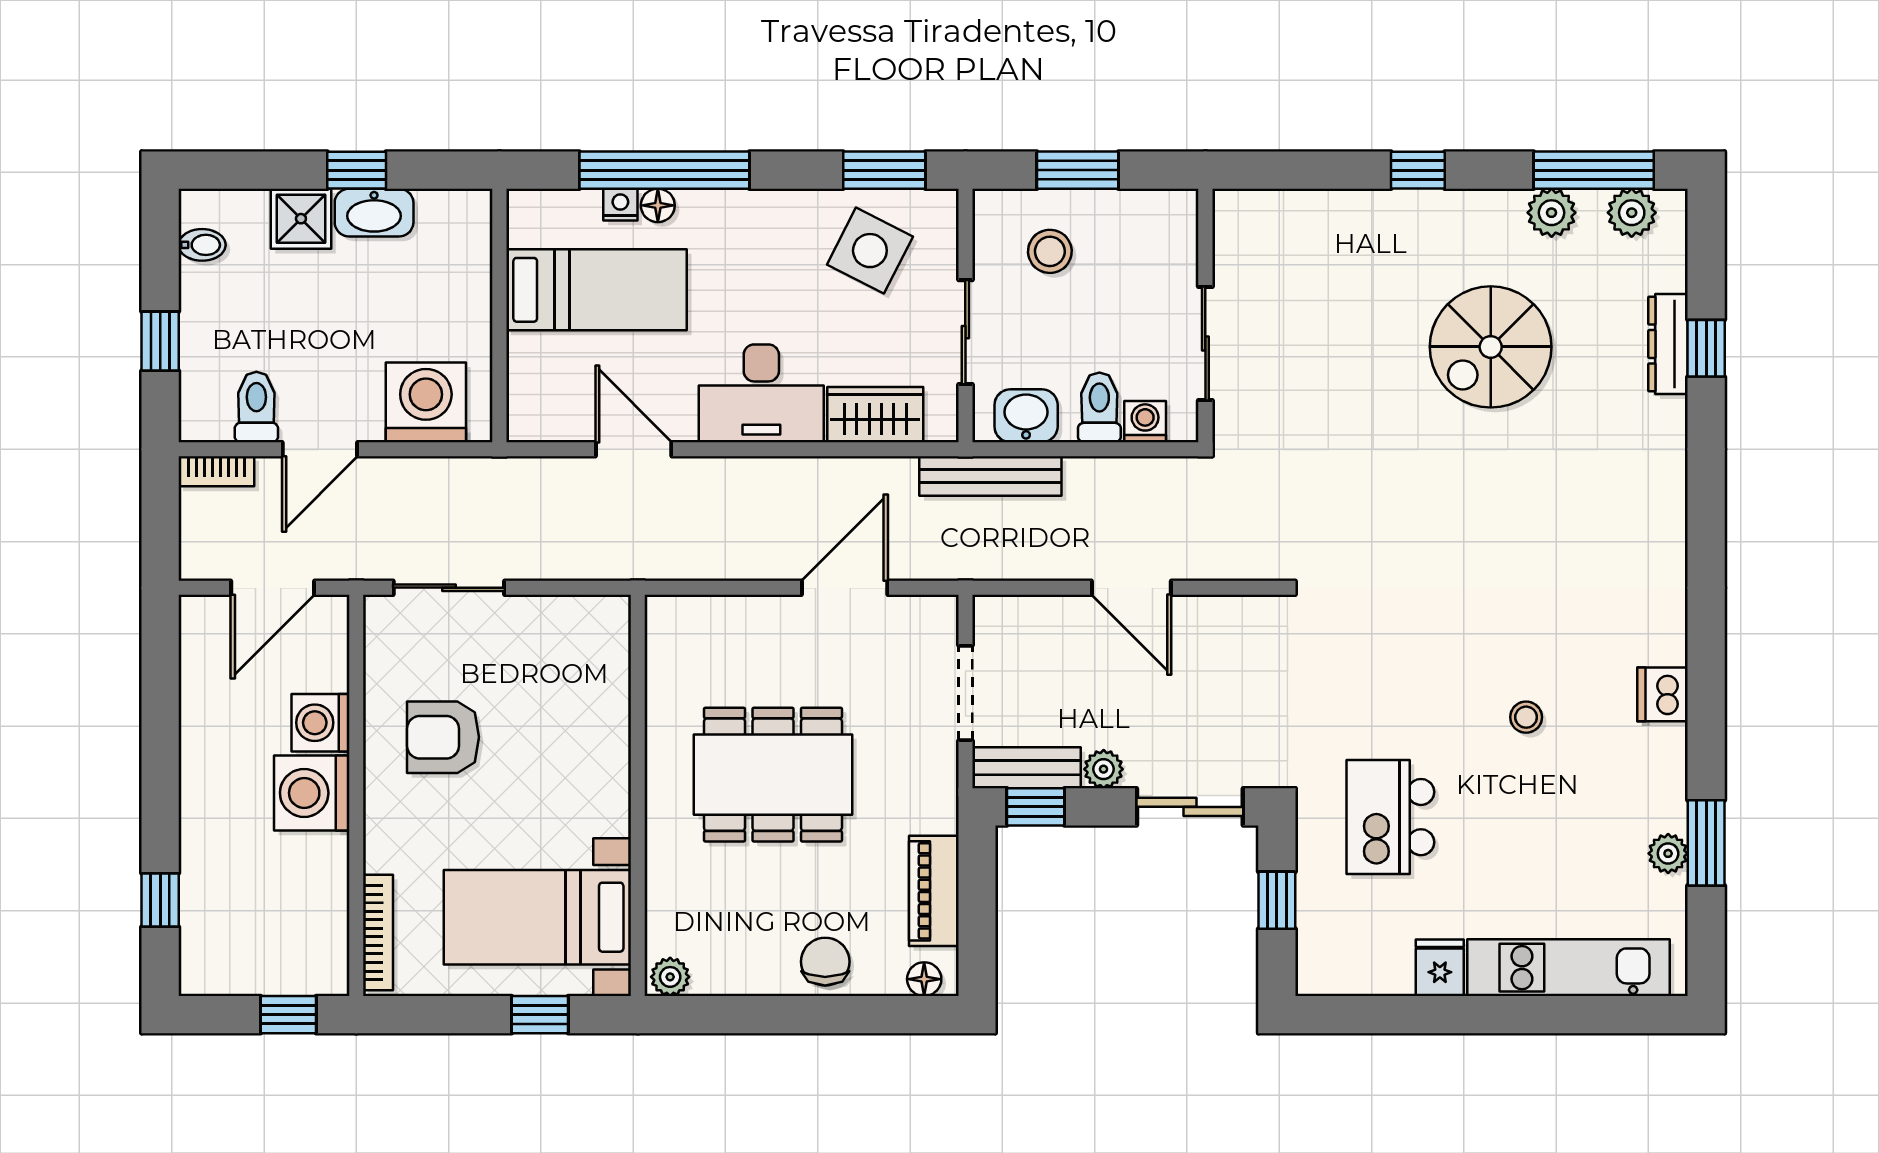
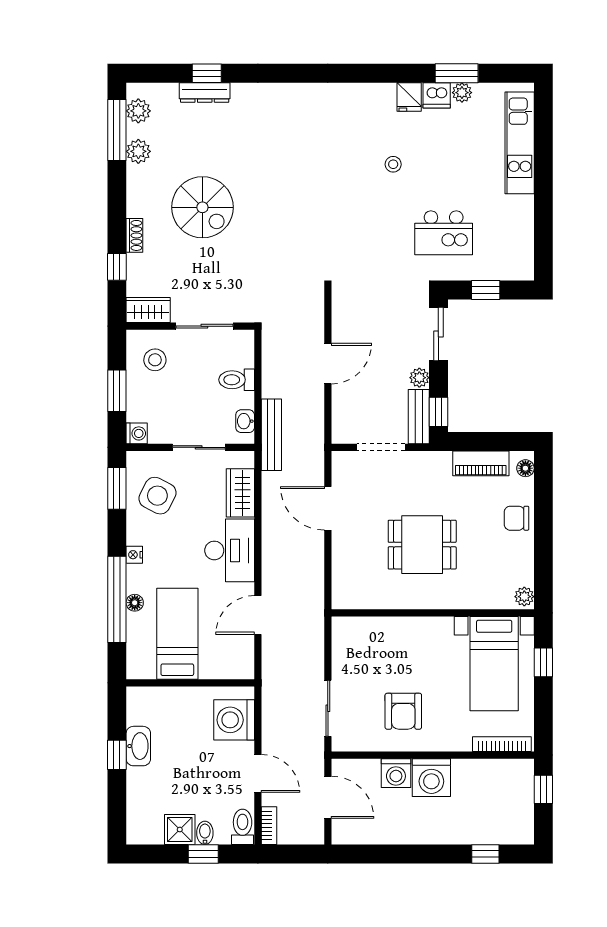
window: (1418, 170) -> (117, 267), moved
nightstand: (620, 205) -> (134, 555), moved
shoe rack: (1385, 205) -> (134, 235), added
shower: (301, 219) -> (180, 830), moved
wardrobe: (1238, 232) -> (148, 310), added
bidet: (202, 245) -> (205, 833), moved
stool: (1050, 251) -> (155, 360), moved
spiral stairs: (1491, 347) -> (202, 207), moved
toilet: (256, 407) -> (243, 827), moved, turned 90
washbasin: (1026, 416) -> (245, 421), width x0.72, depth x0.69
washing machine: (1145, 422) -> (137, 433), moved, turned 180
dishwasher: (1662, 694) -> (437, 95), moved
dining table: (773, 775) -> (422, 545), width x0.73
fridge: (1440, 968) -> (409, 97), moved, turned -90

